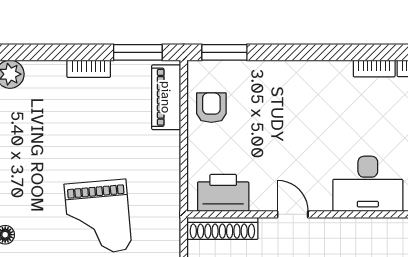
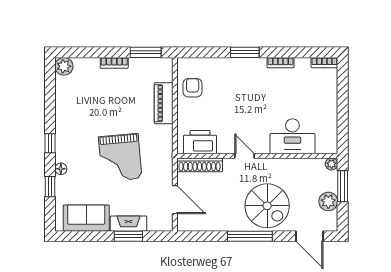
window: (224, 52) -> (245, 52), moved
bookcase: (374, 68) -> (281, 63), moved
piano: (166, 97) -> (164, 103), moved

